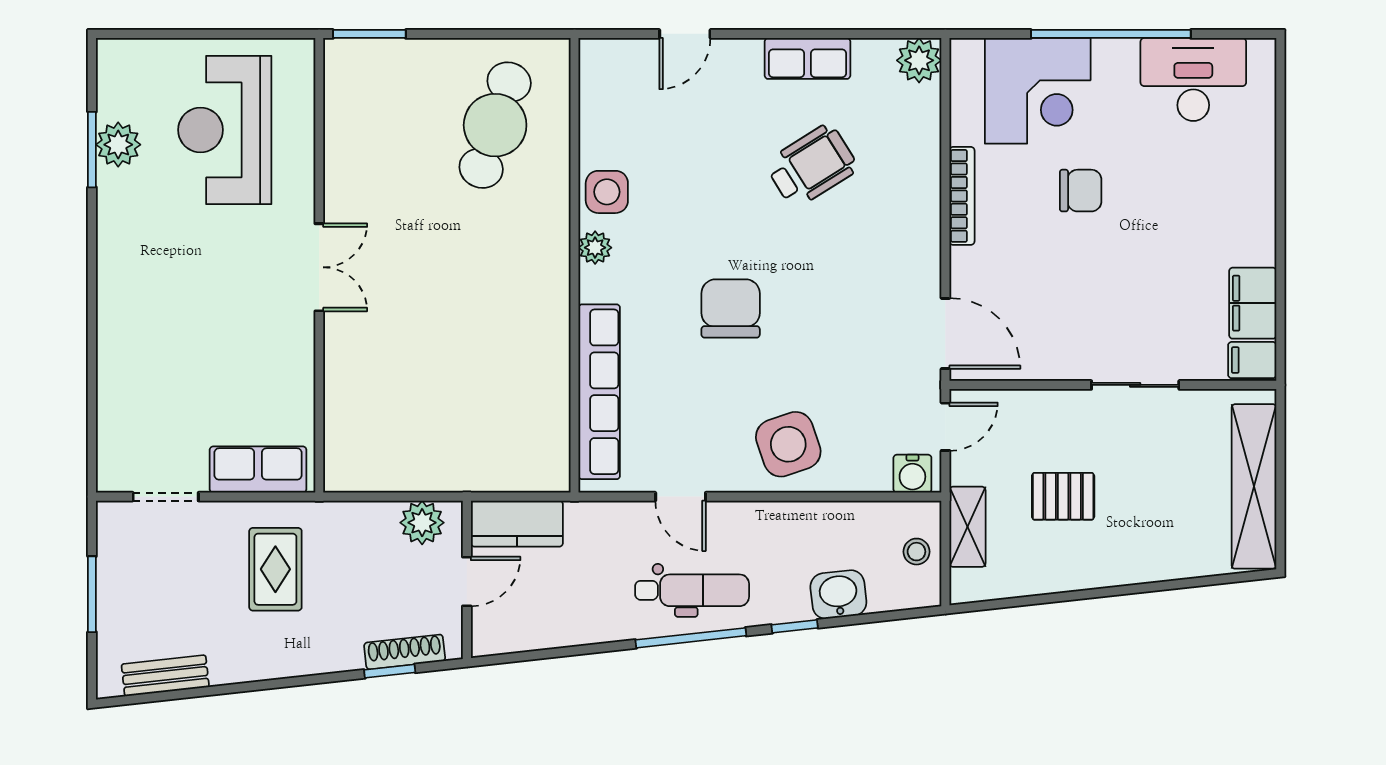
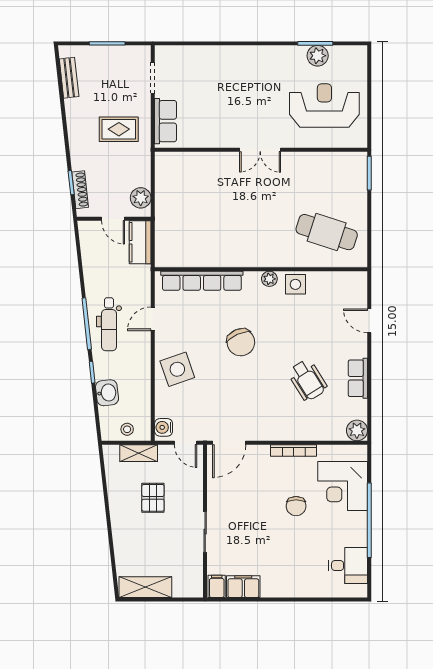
desk: (1193, 79) -> (348, 566), width x0.73
chair: (731, 308) -> (241, 342), turned 66
shelving: (1254, 486) -> (145, 587), width x0.68

